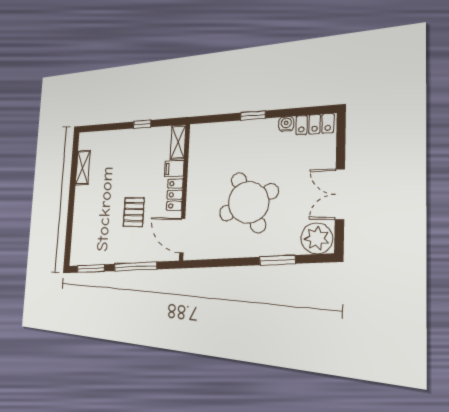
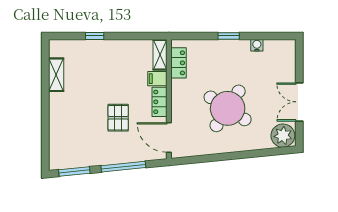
window: (142, 124) -> (95, 36), moved
locker: (315, 124) -> (179, 63), moved, turned -90
round table: (248, 202) -> (228, 108), turned -31
window: (277, 260) -> (253, 154), removed

